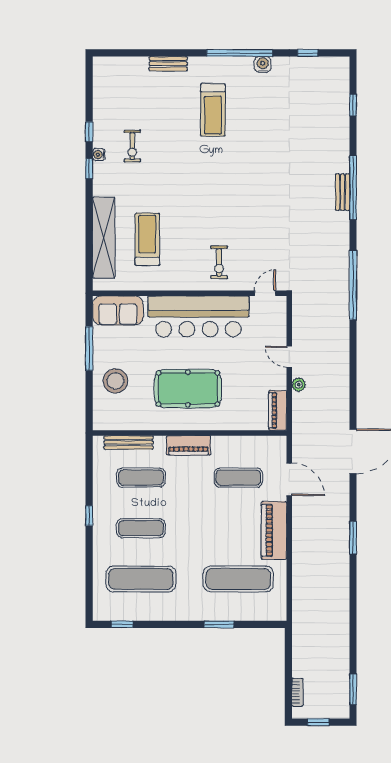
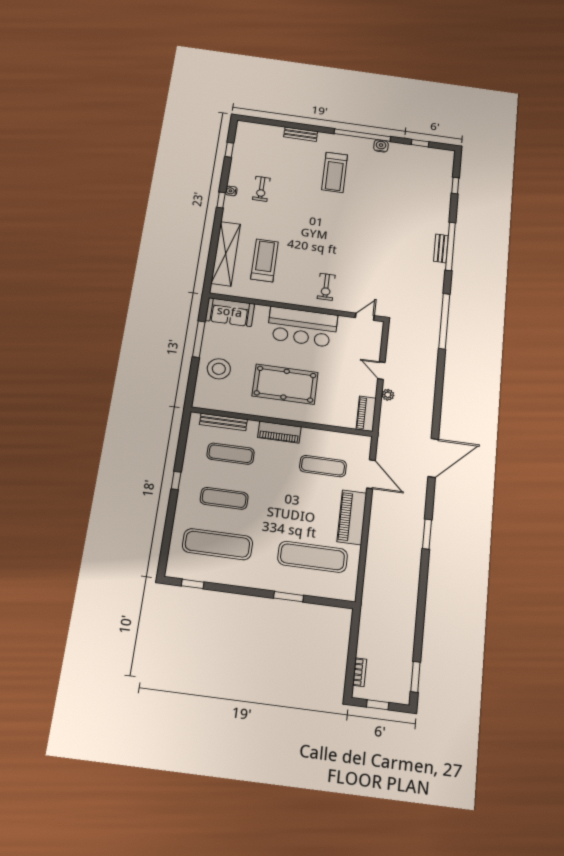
window: (89, 132) -> (229, 150), moved
bar counter: (198, 316) -> (302, 327), width x0.73

